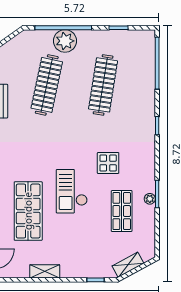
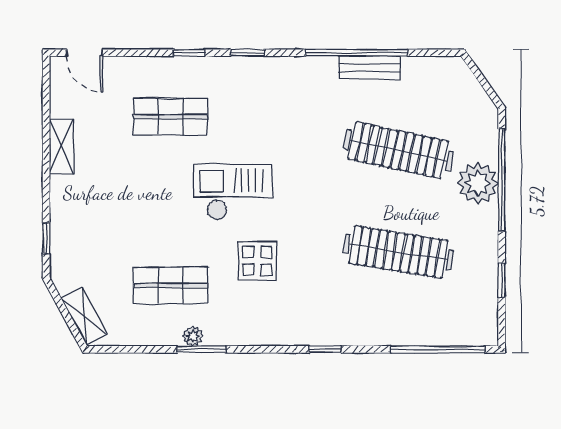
checkout: (72, 191) -> (233, 192), moved
shop shelf: (28, 211) -> (171, 117), width x0.70, depth x0.74
shelving: (128, 265) -> (84, 316), moved

